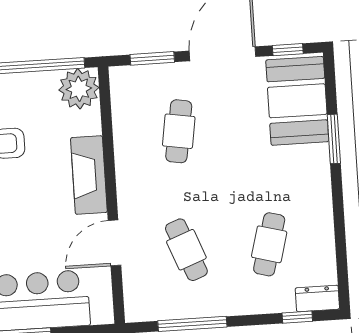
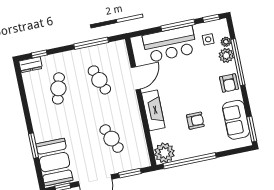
cafe table: (179, 131) -> (112, 139), turned -33

